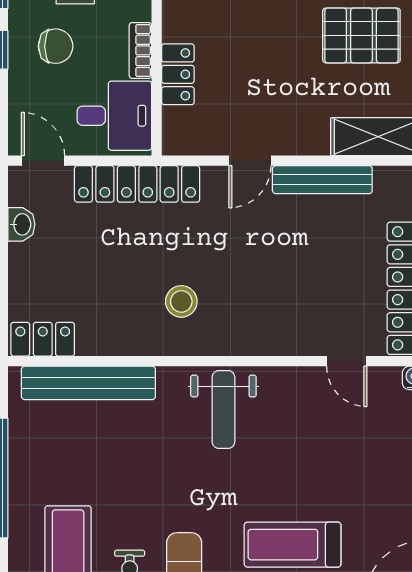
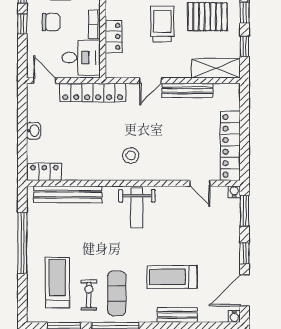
trolley: (273, 50) -> (162, 24), added
washbasin: (21, 224) -> (34, 131), moved
stool: (181, 301) -> (131, 155), moved

